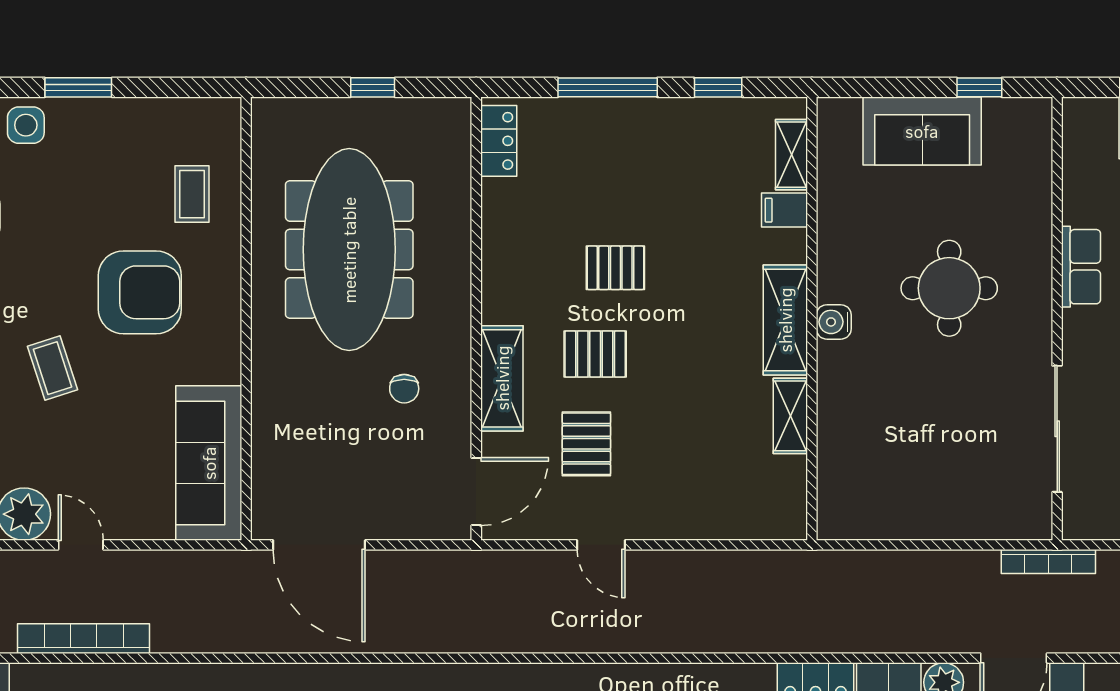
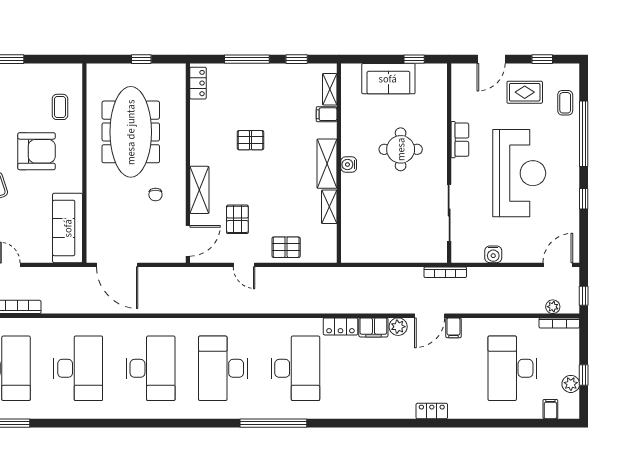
pallet: (595, 354) -> (286, 247), moved

